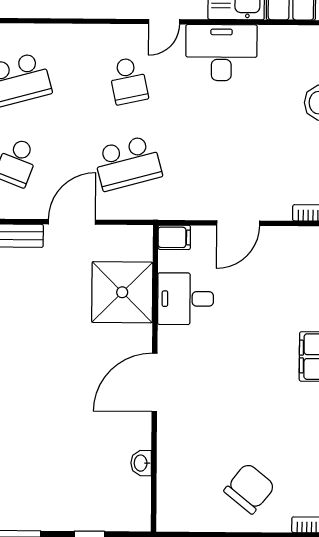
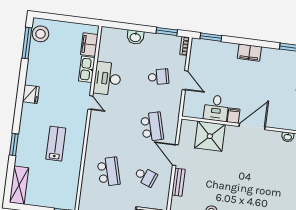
school desk: (128, 81) -> (158, 77), moved
filing cabinet: (174, 237) -> (234, 116), moved
door: (155, 382) -> (252, 127), swing flipped

